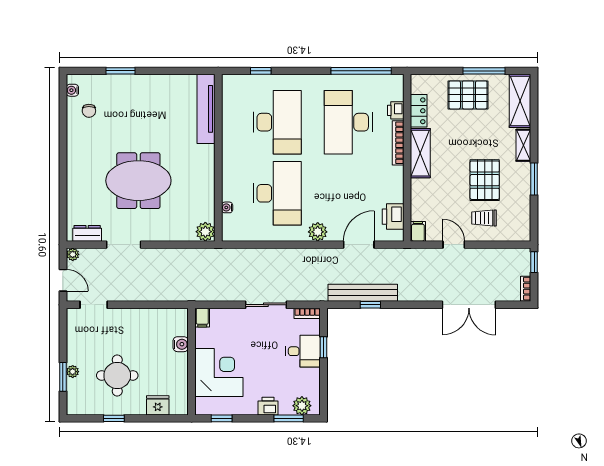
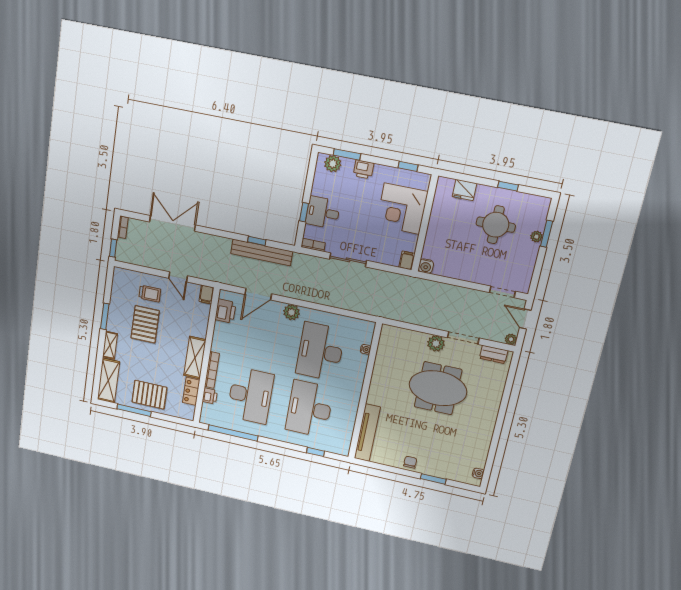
chair: (89, 111) -> (410, 462), moved
plant: (205, 232) -> (436, 343), moved
water cooler: (181, 344) -> (426, 266), moved, turned -90

